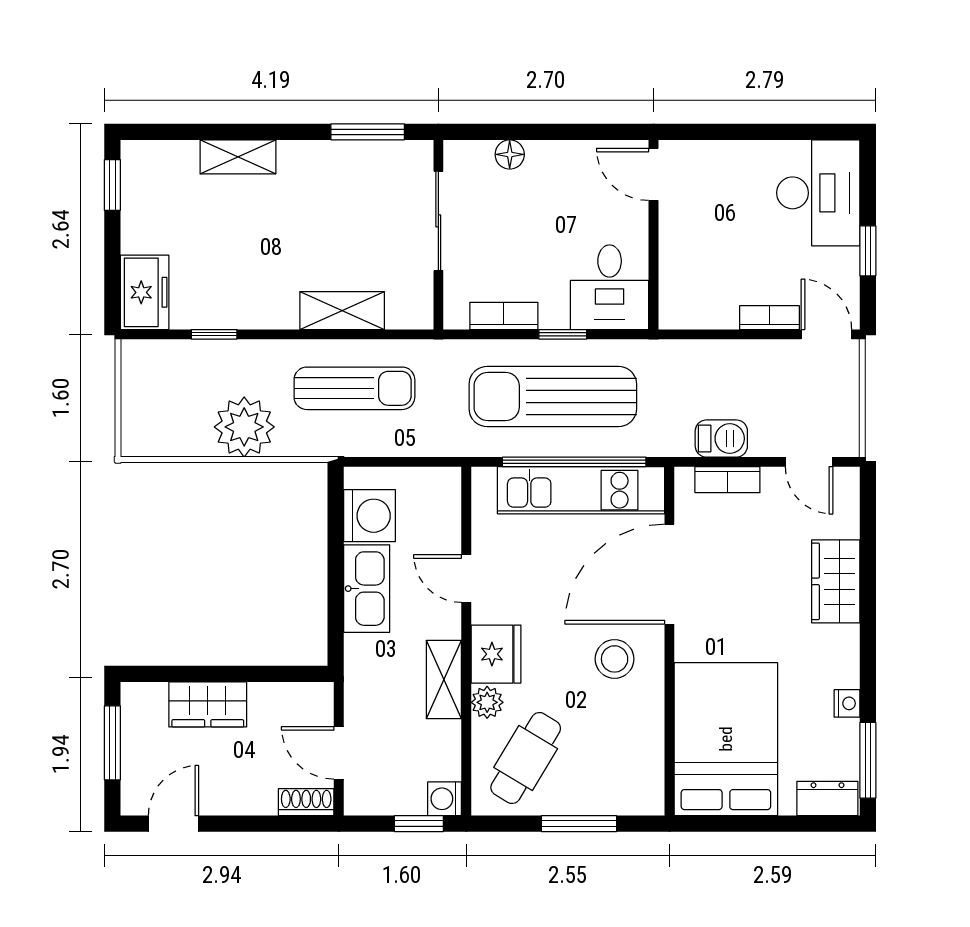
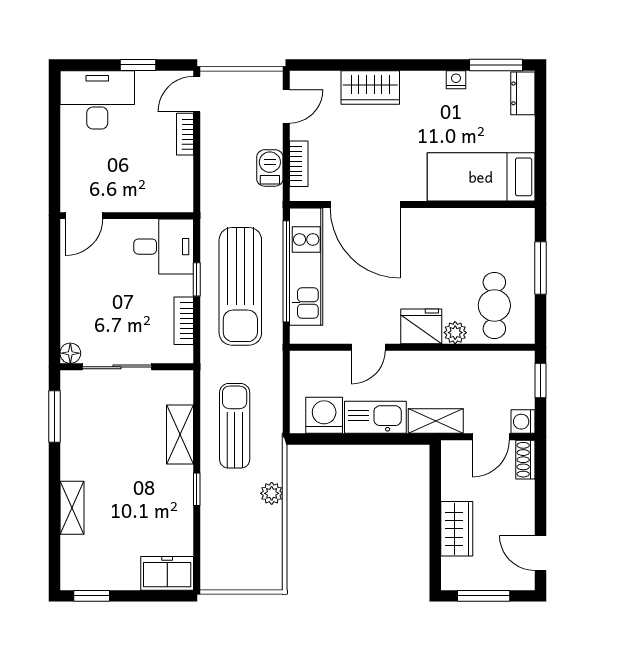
floor lamp: (510, 154) -> (70, 353), moved
window: (214, 334) -> (197, 489), moved
plant: (244, 427) -> (272, 493), width x0.53, depth x0.53
stool: (615, 659) -> (425, 243), removed
shelving: (444, 680) -> (436, 421), moved
bed: (726, 739) -> (481, 177), width x0.67
cafe table: (526, 758) -> (494, 305), turned 59
washing machine: (445, 799) -> (523, 422), moved, turned 90

